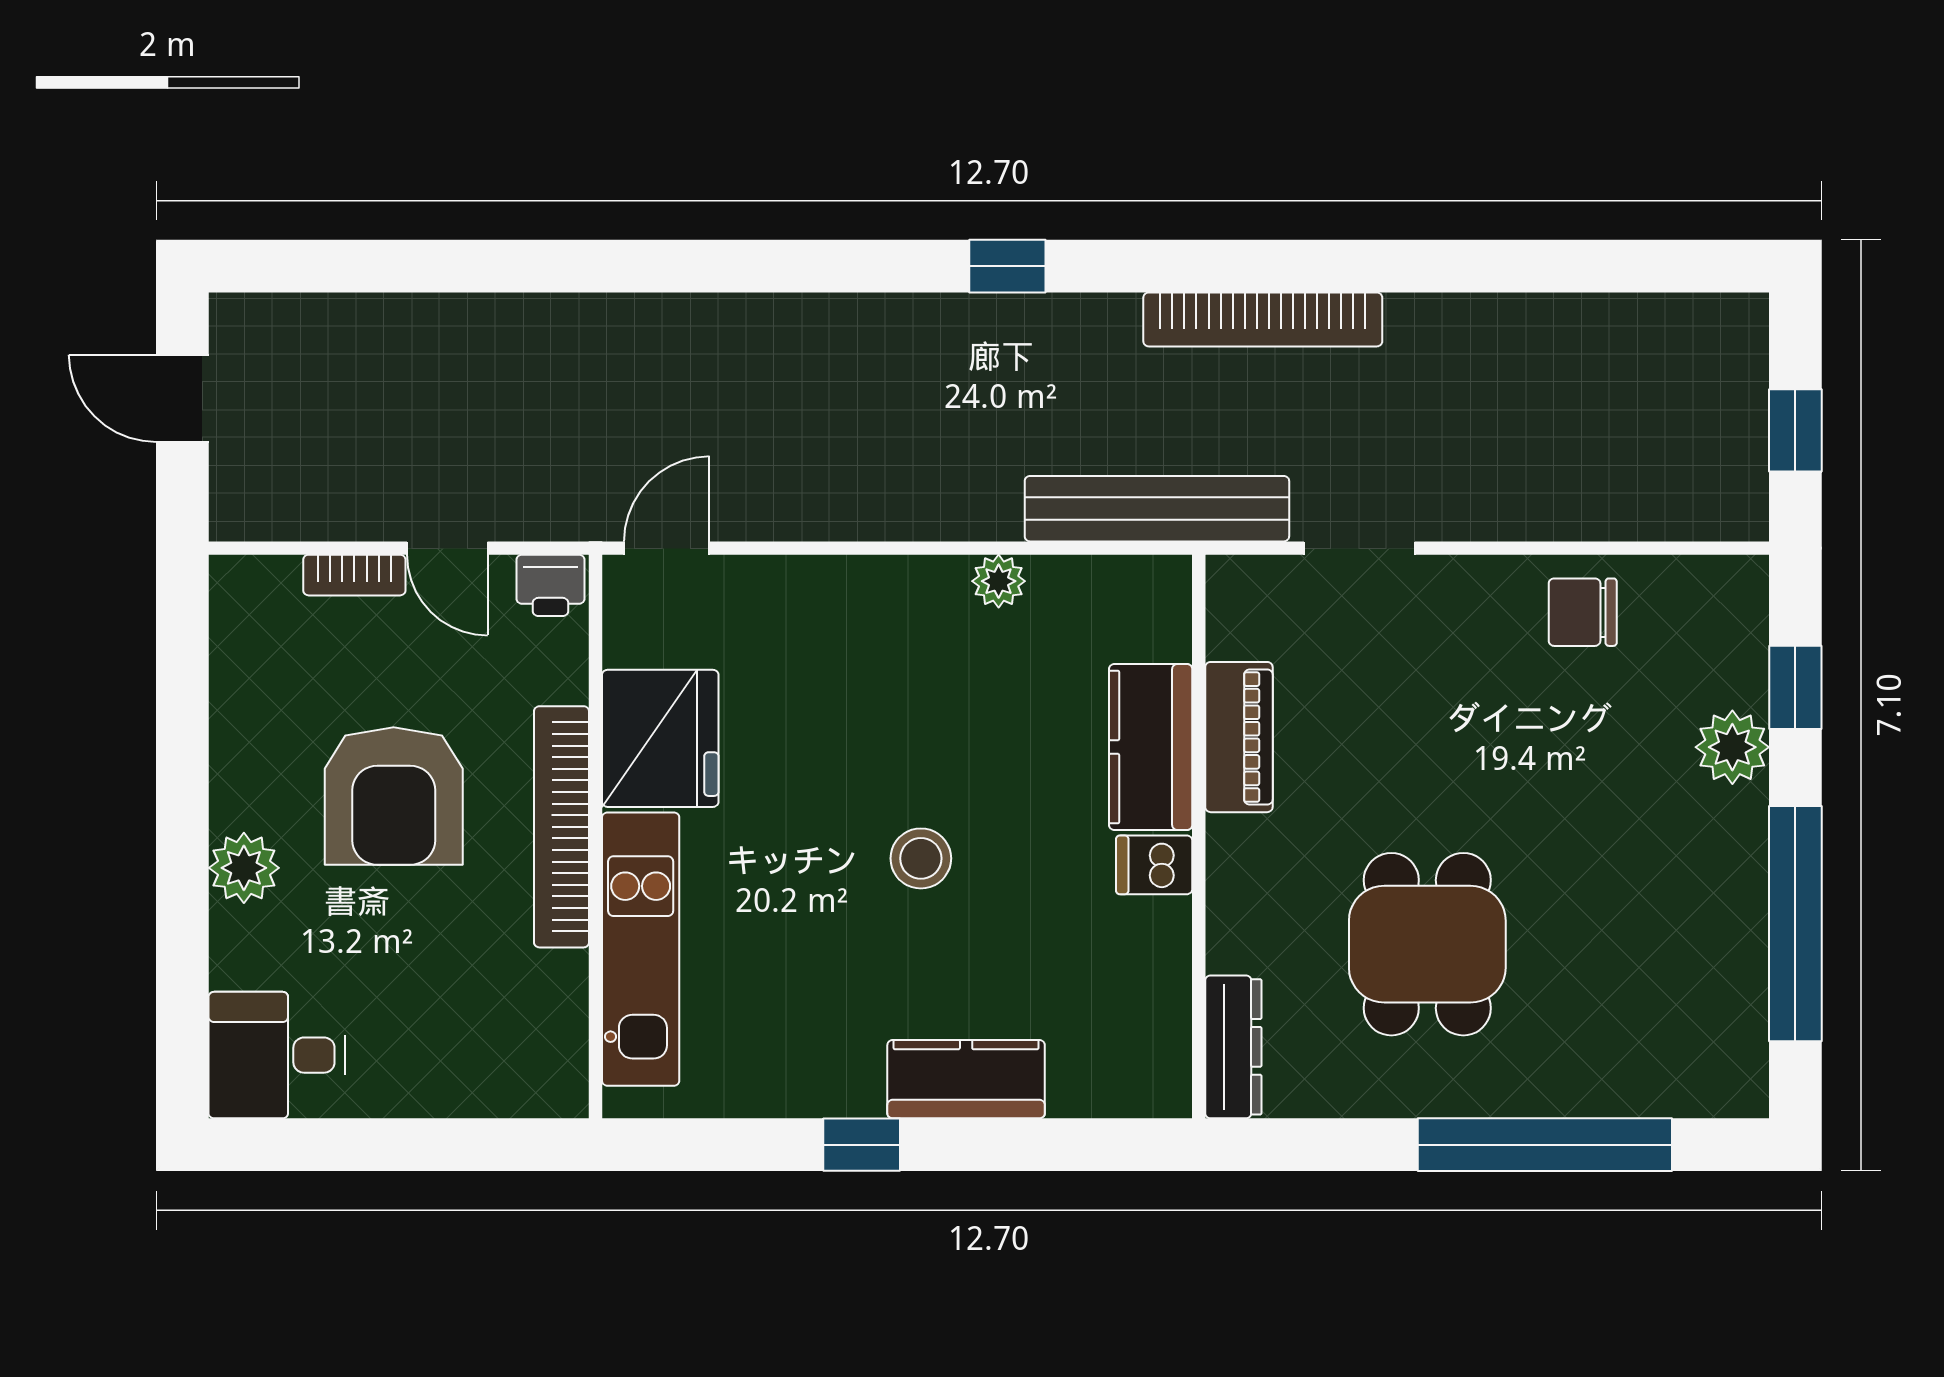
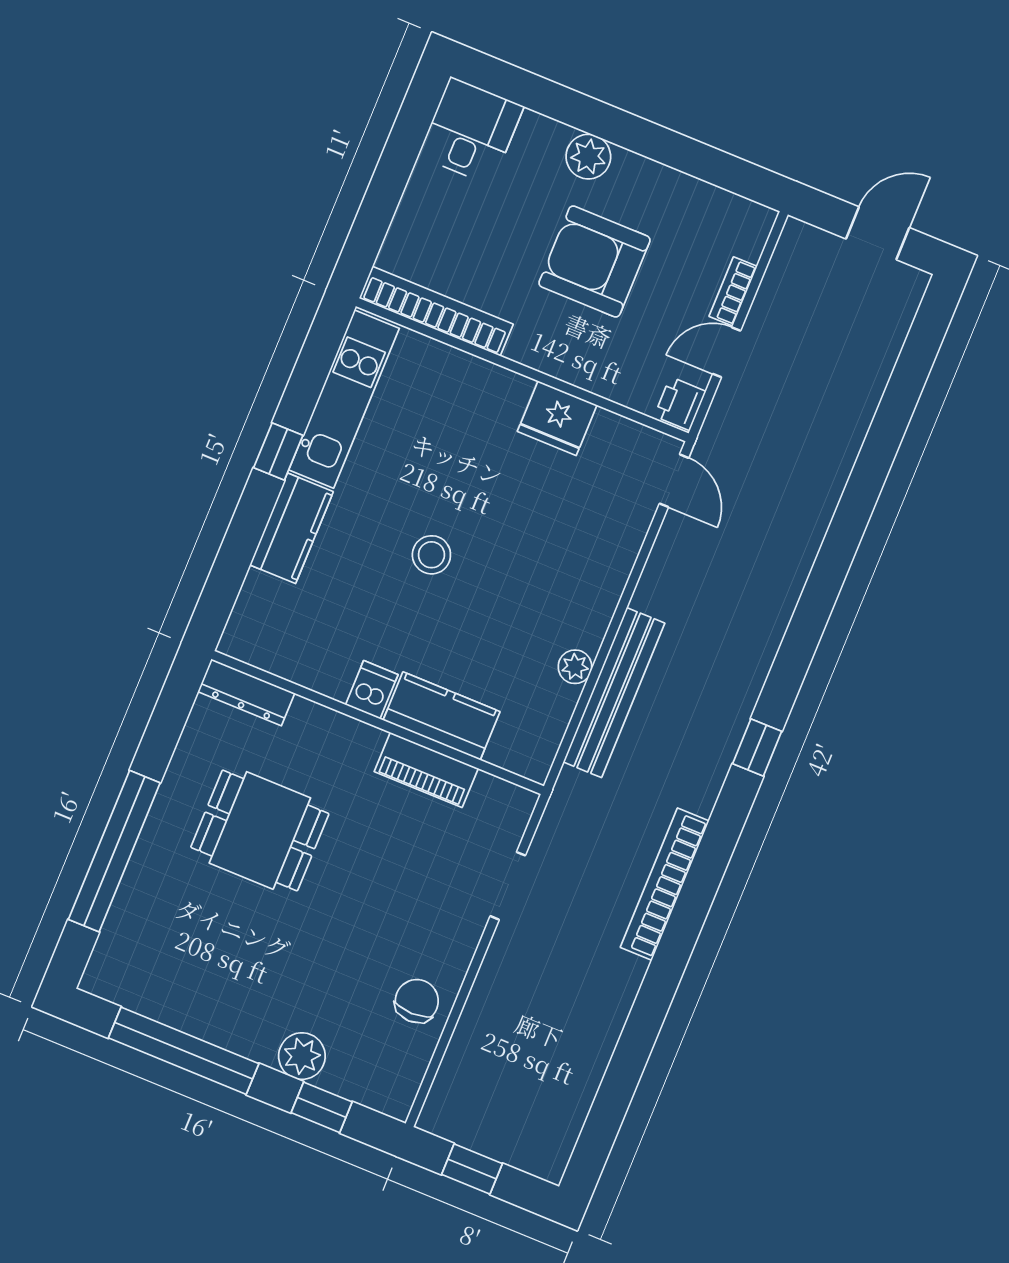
bench: (1157, 509) -> (614, 693), moved
fridge: (660, 738) -> (557, 418), width x0.73, depth x0.75
bookcase: (562, 827) -> (436, 311), moved
kitchen unit: (641, 949) -> (344, 399), moved, turned -90

